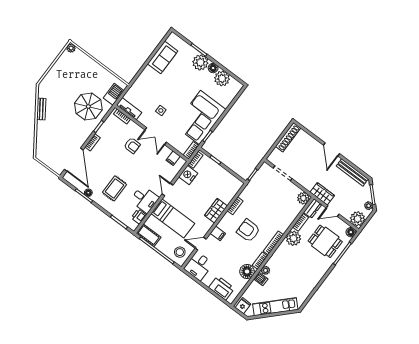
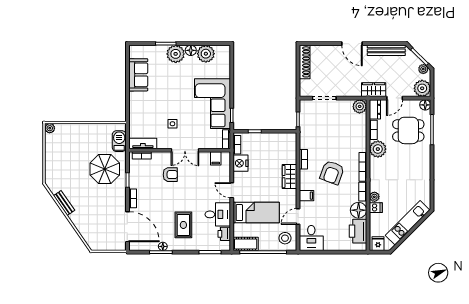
armchair: (248, 231) -> (332, 173), turned -70
printer: (222, 288) -> (358, 231), moved, turned -90

